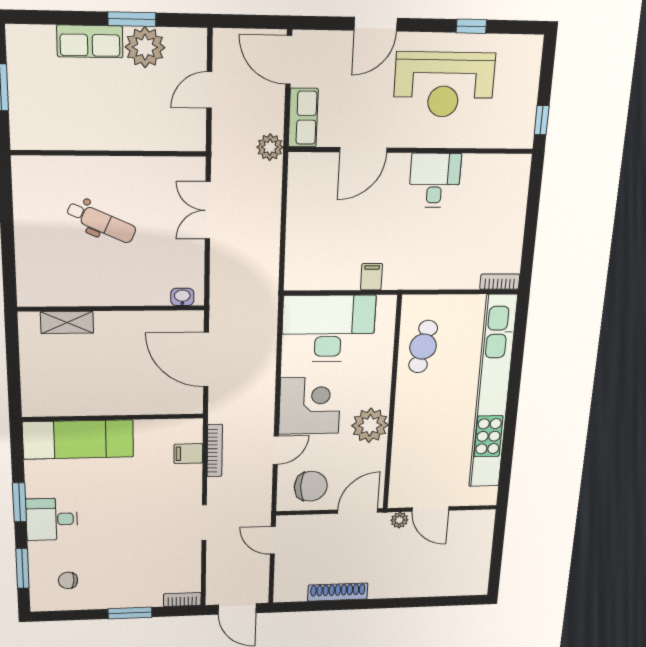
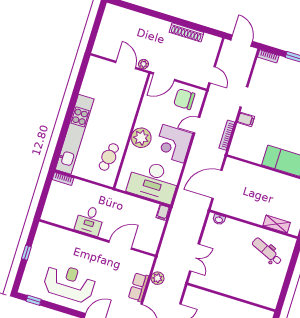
window: (471, 26) -> (34, 300), moved
door: (363, 150) -> (120, 245), moved
wall: (412, 150) -> (97, 238), moved
desk: (435, 180) -> (90, 220), moved
dental chair: (101, 222) -> (267, 251), moved
filing cabinet: (372, 277) -> (163, 213), moved
door: (206, 360) -> (217, 184), swing flipped
kitchen unit: (493, 393) -> (75, 134), width x0.73
plant: (370, 425) -> (141, 138), moved
filing cabinet: (188, 454) -> (246, 119), moved

